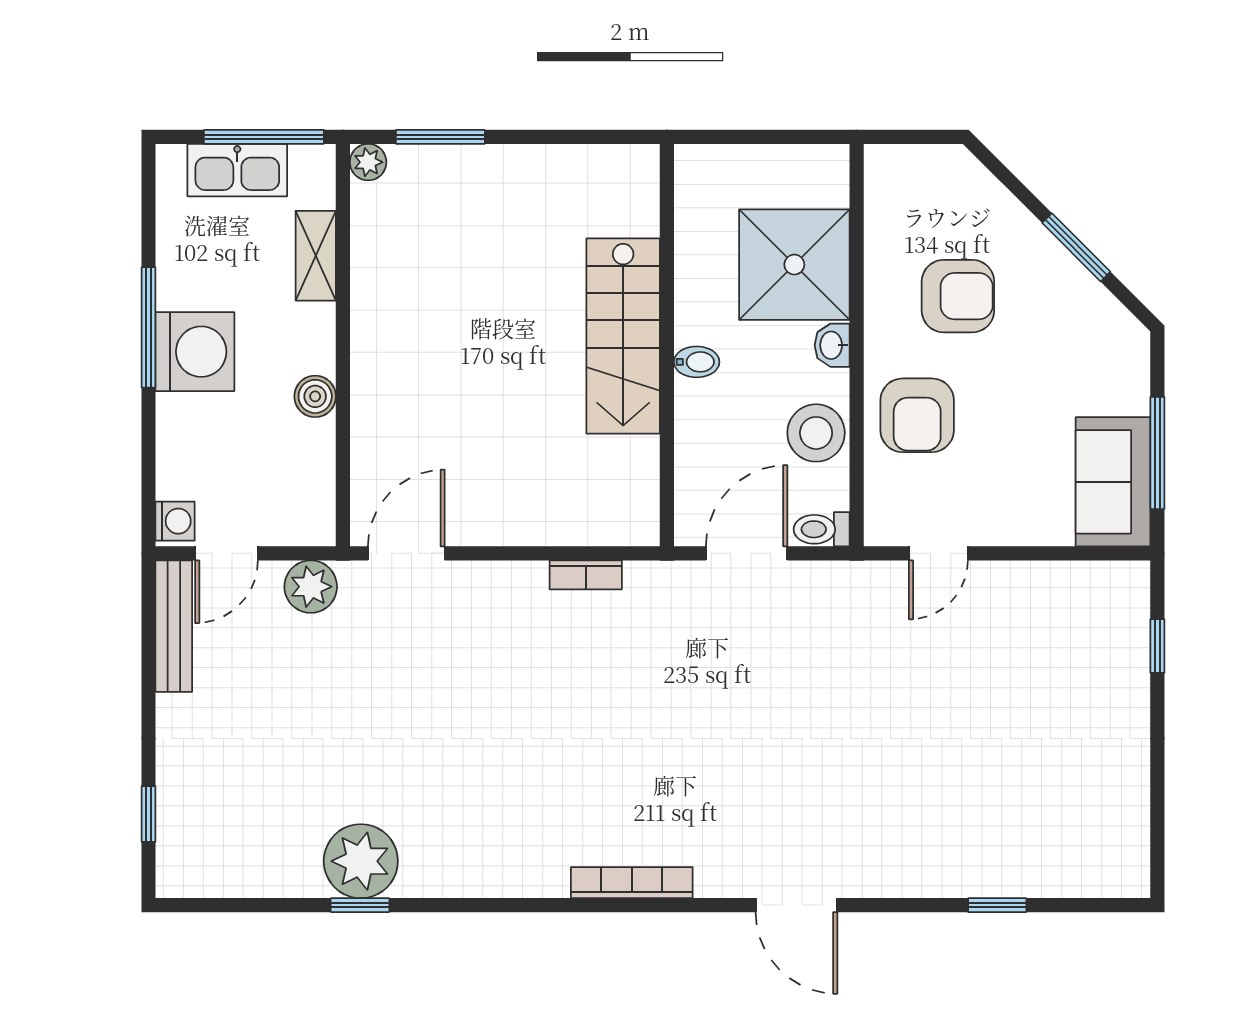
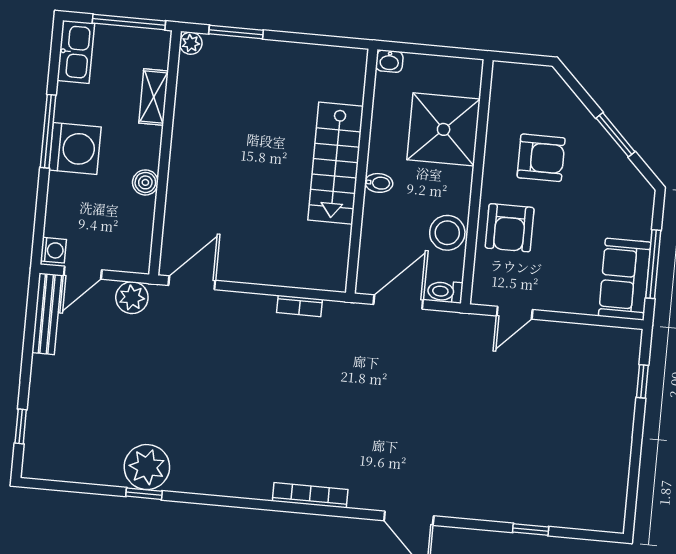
kitchen sink: (237, 170) -> (76, 52), moved, turned -90
washbasin: (832, 345) -> (389, 61), moved, turned -90

